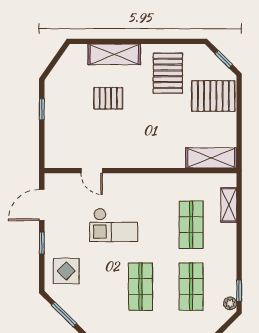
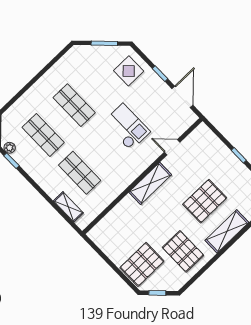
pallet: (108, 98) -> (205, 201), width x1.50, depth x1.42
shelving: (211, 158) -> (150, 183), moved
checkout: (114, 225) -> (127, 127), turned 90

